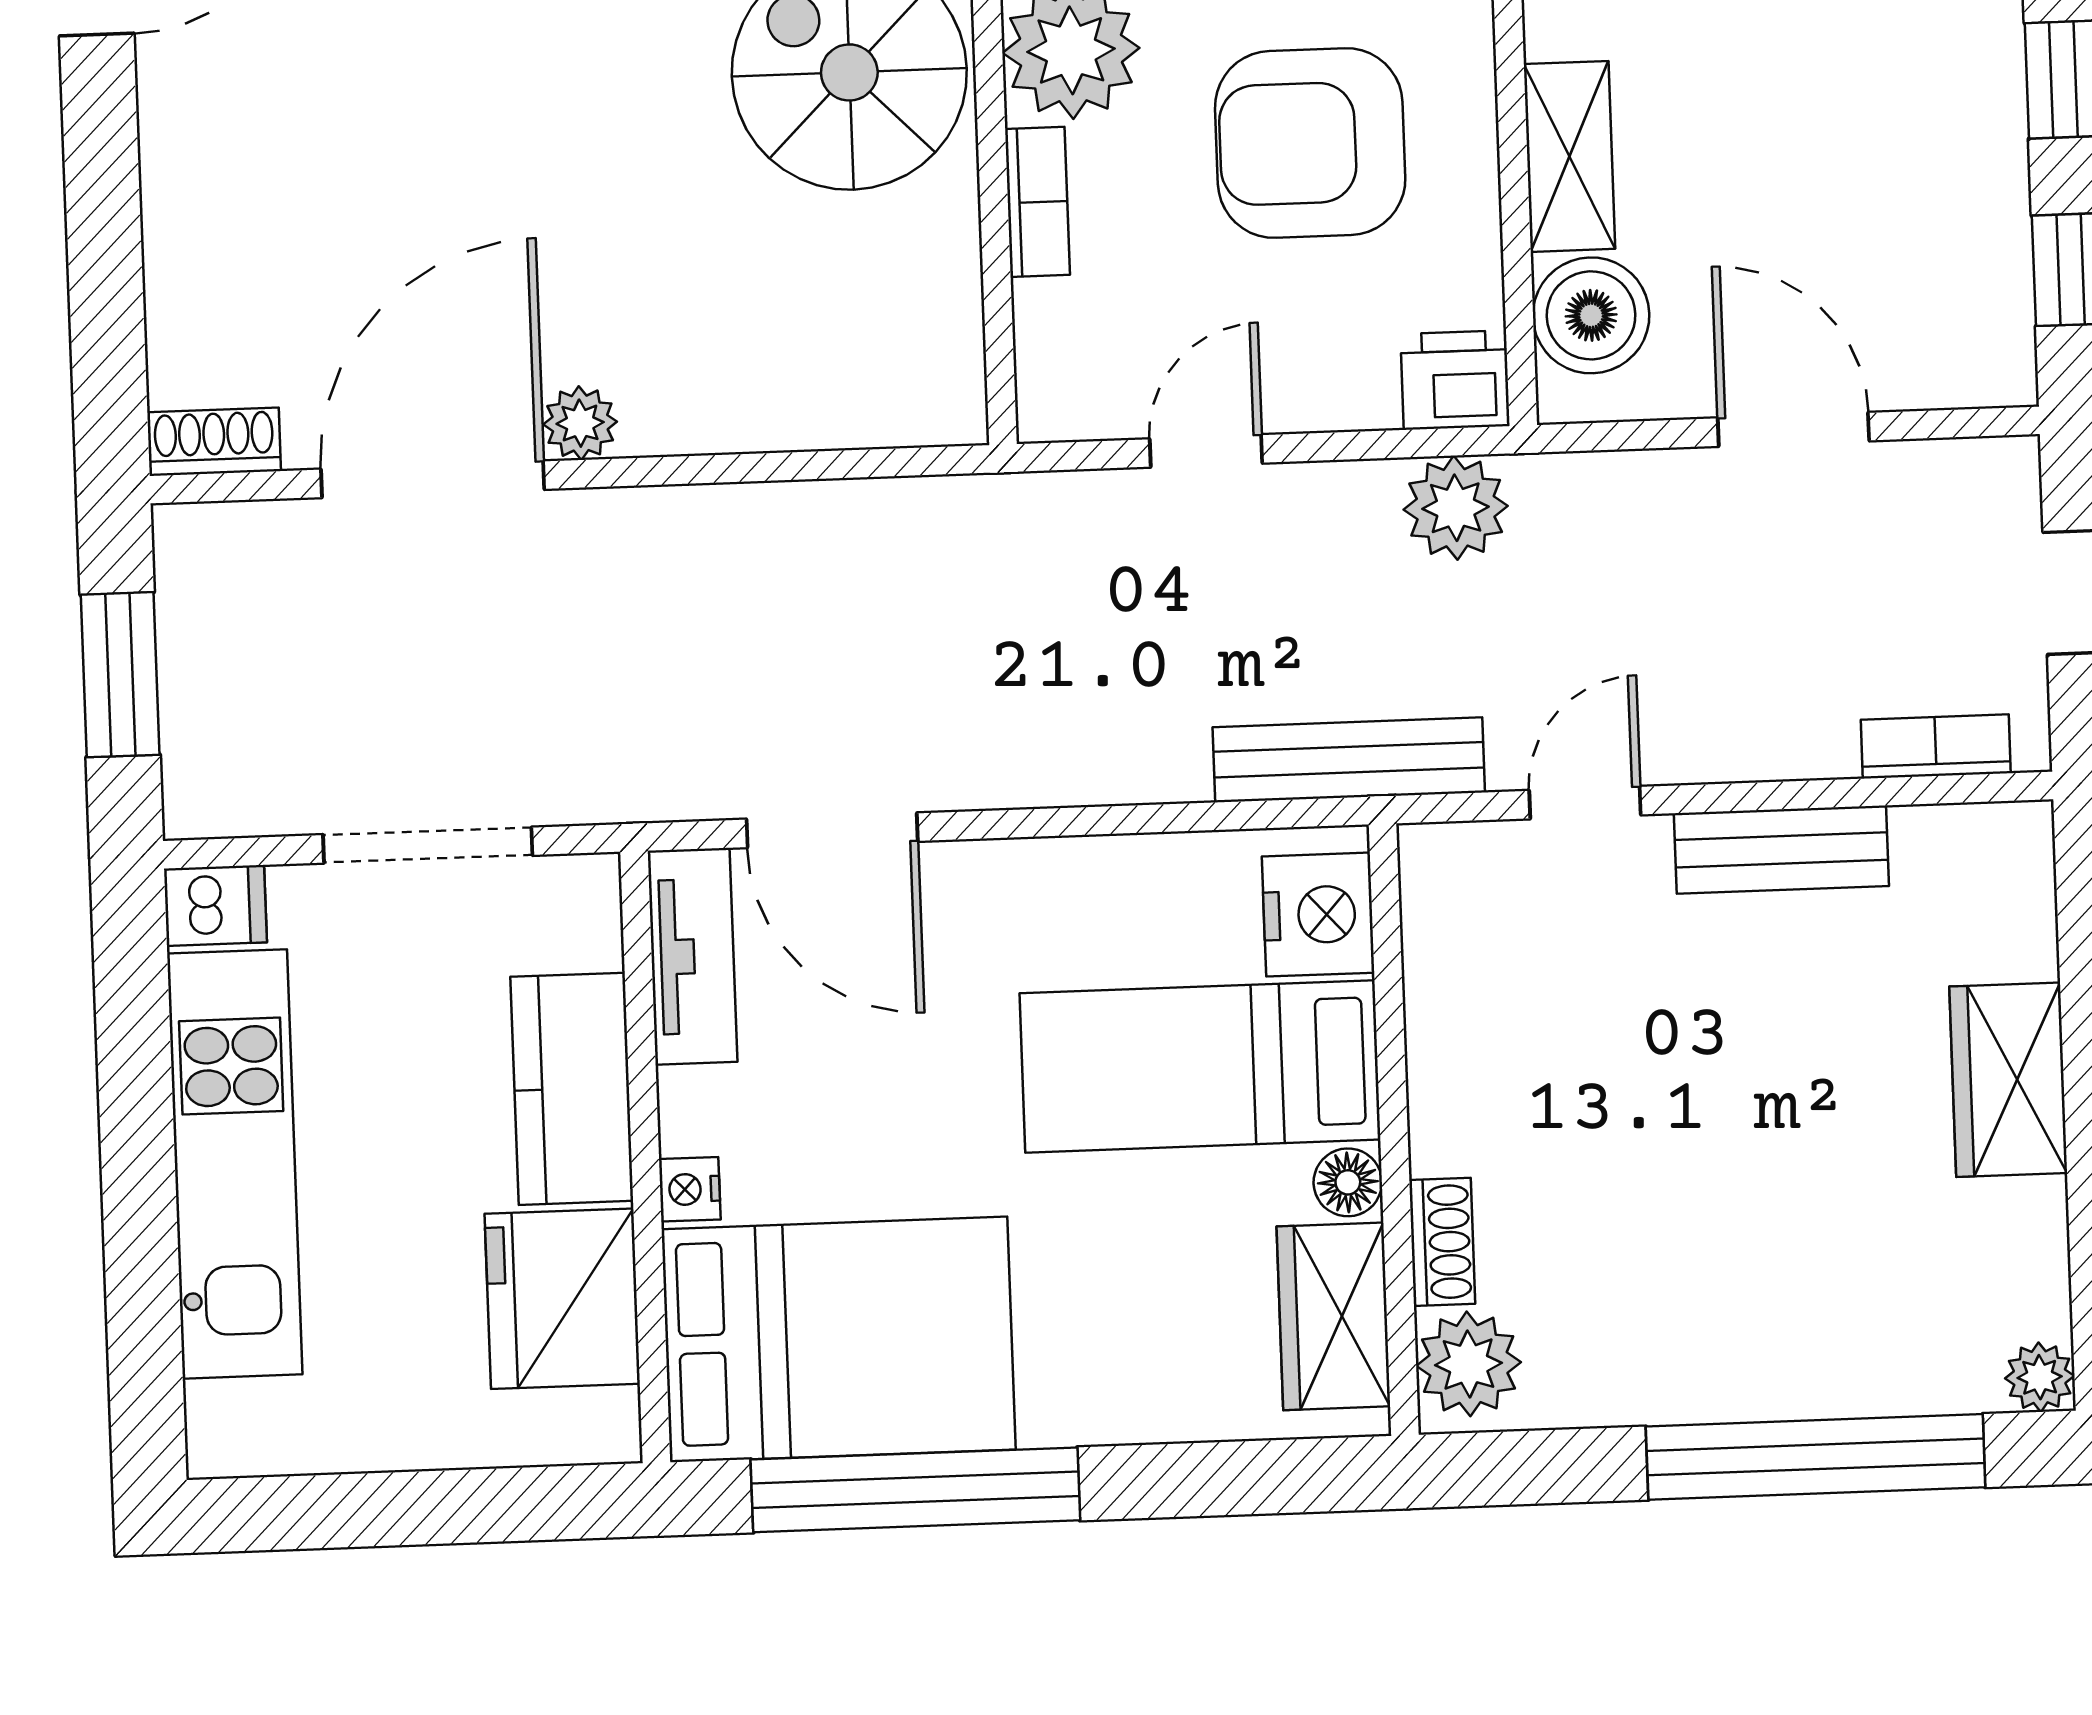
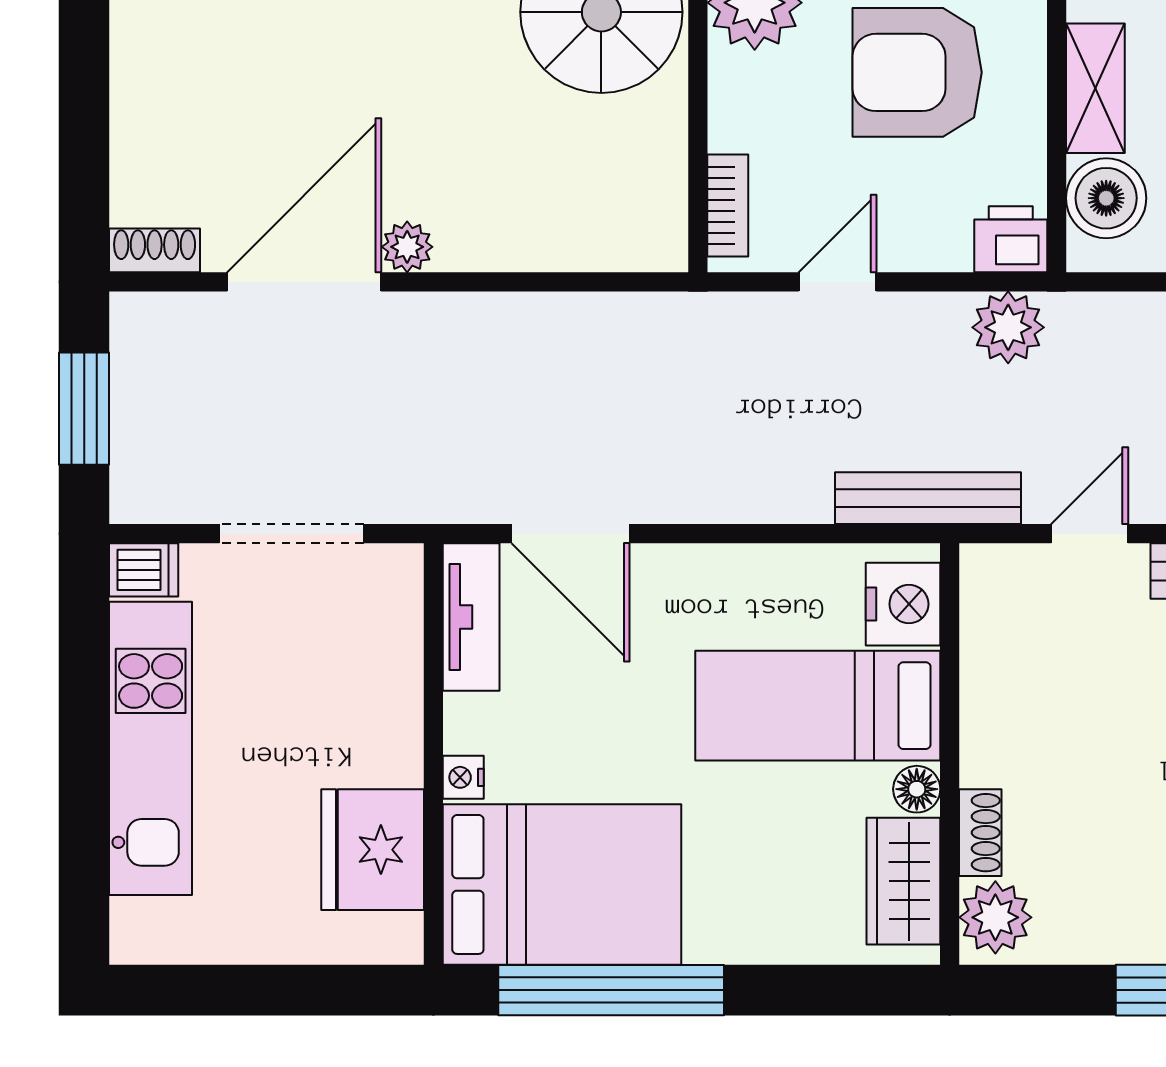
bookcase: (1037, 202) -> (728, 205), moved
kitchen counter: (572, 1089) -> (385, 705), removed

